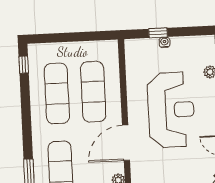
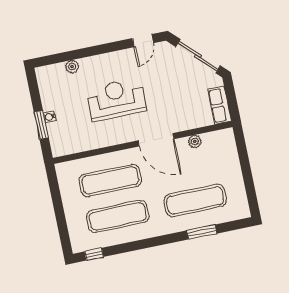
window: (158, 33) -> (41, 125), width x1.50
reception desk: (171, 110) -> (116, 100), width x0.74, depth x0.77

